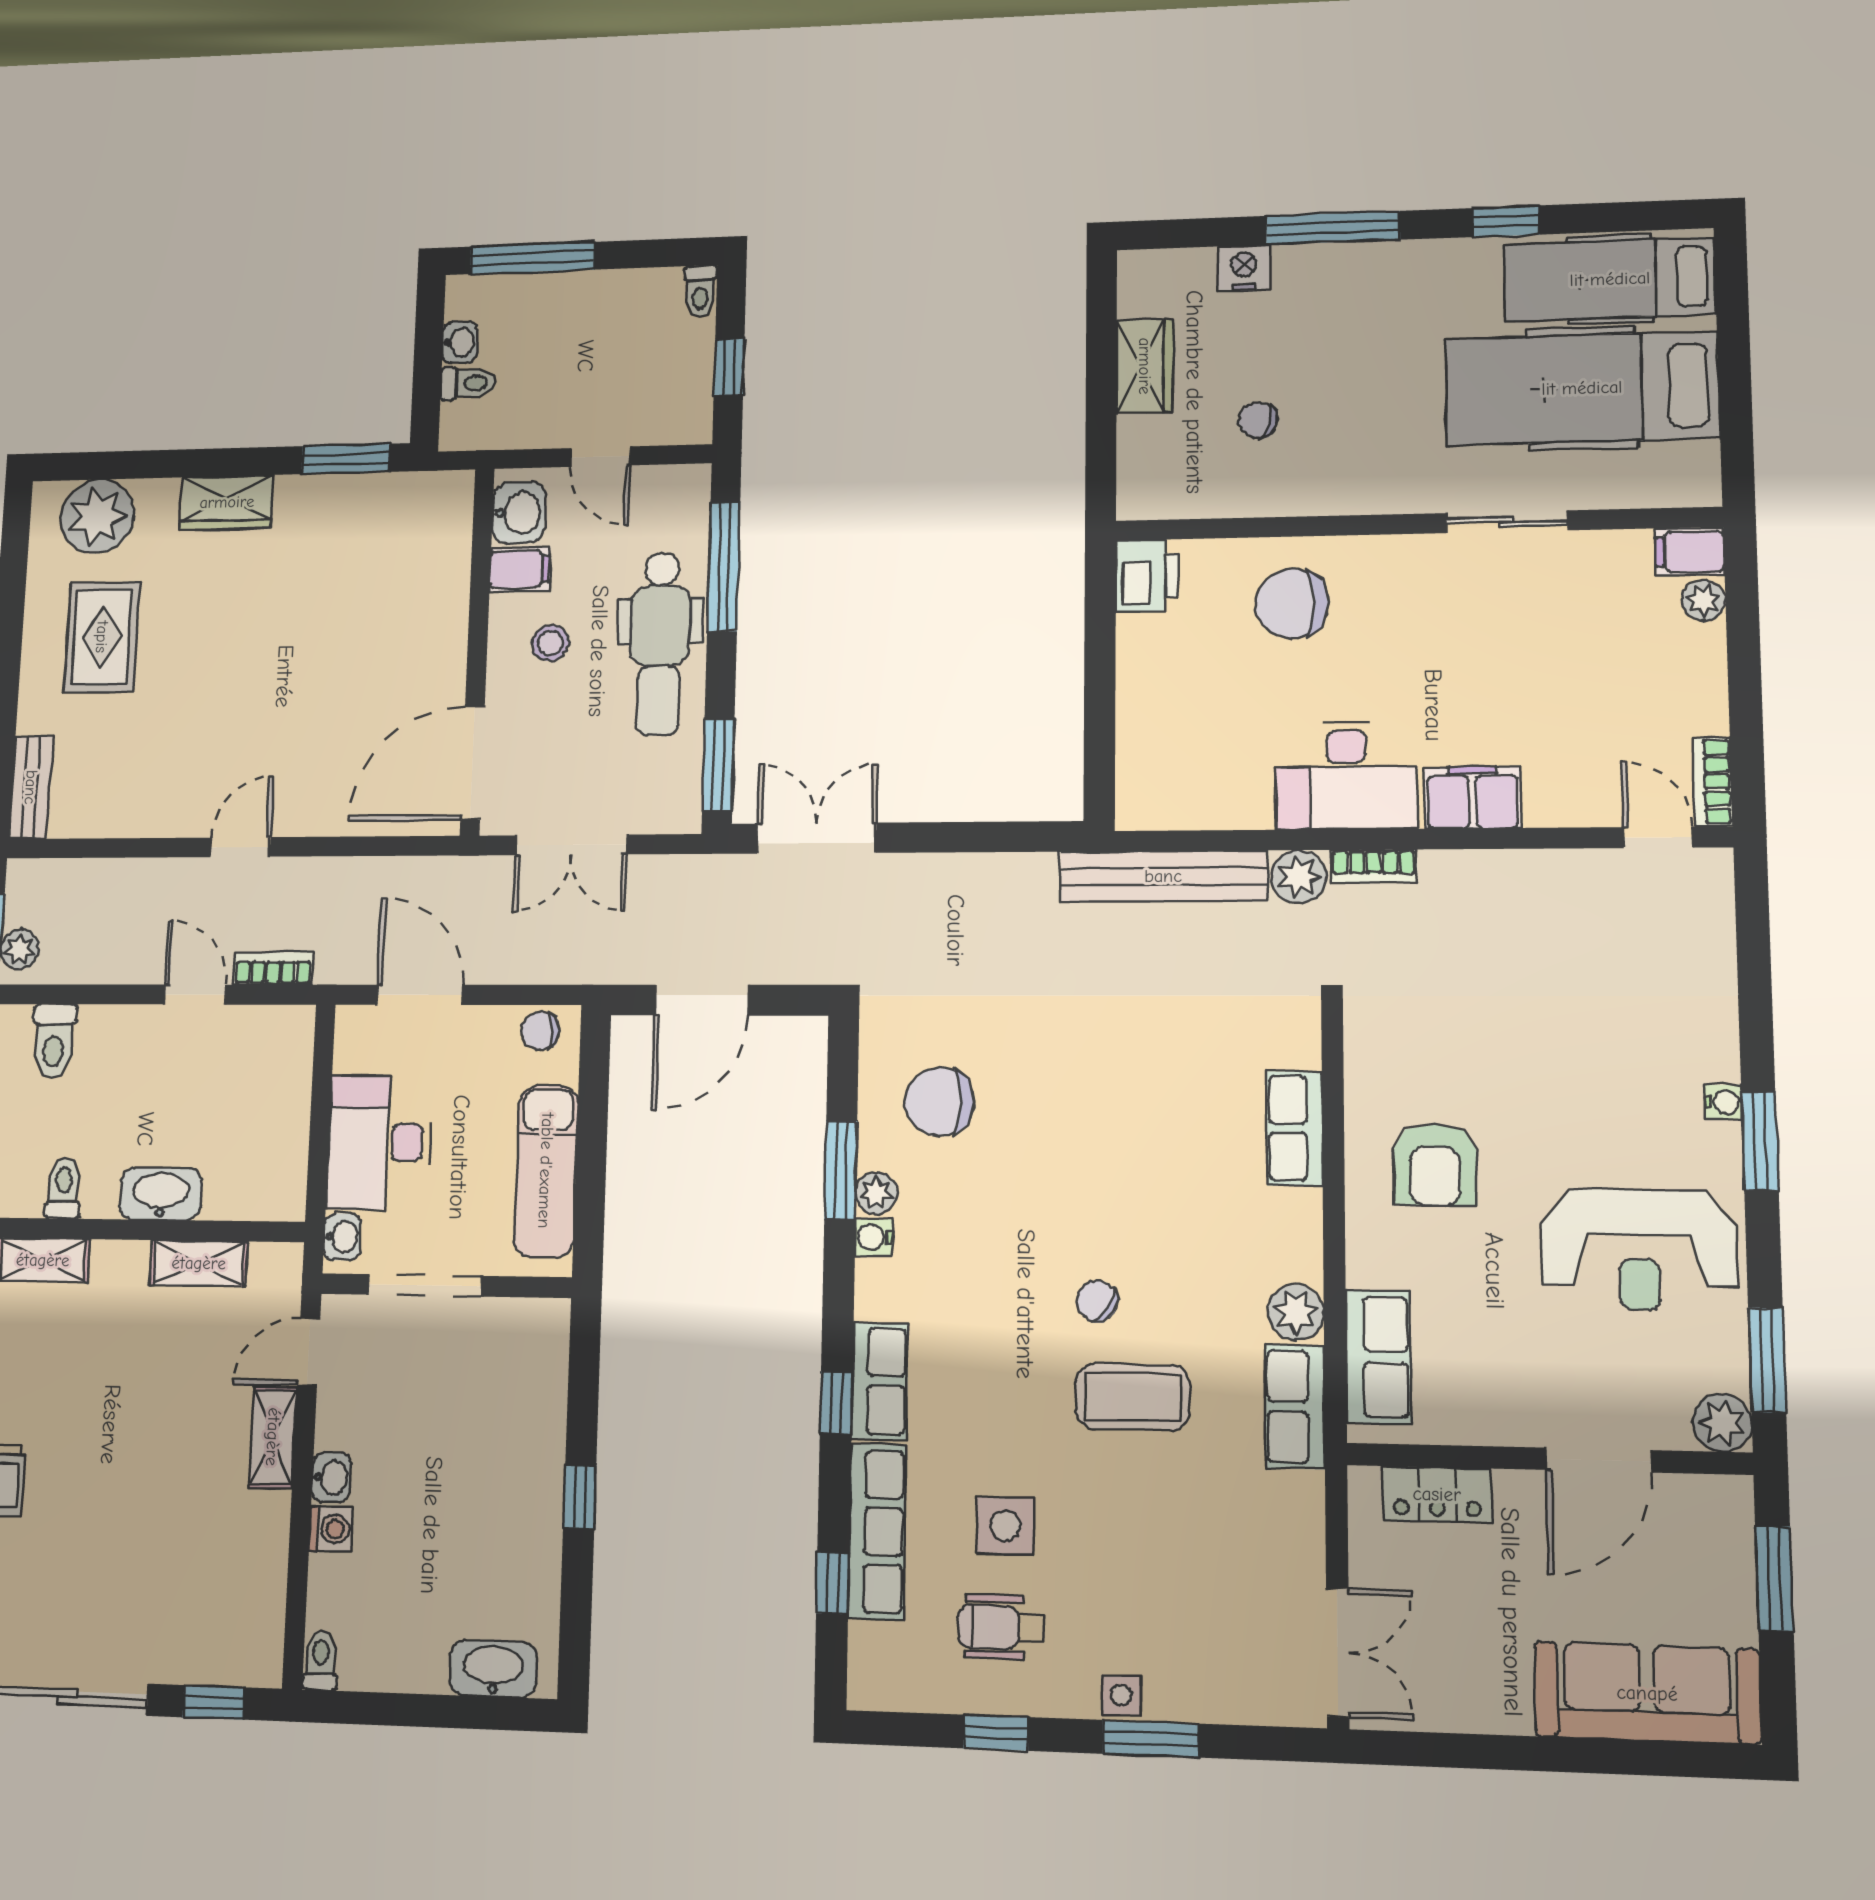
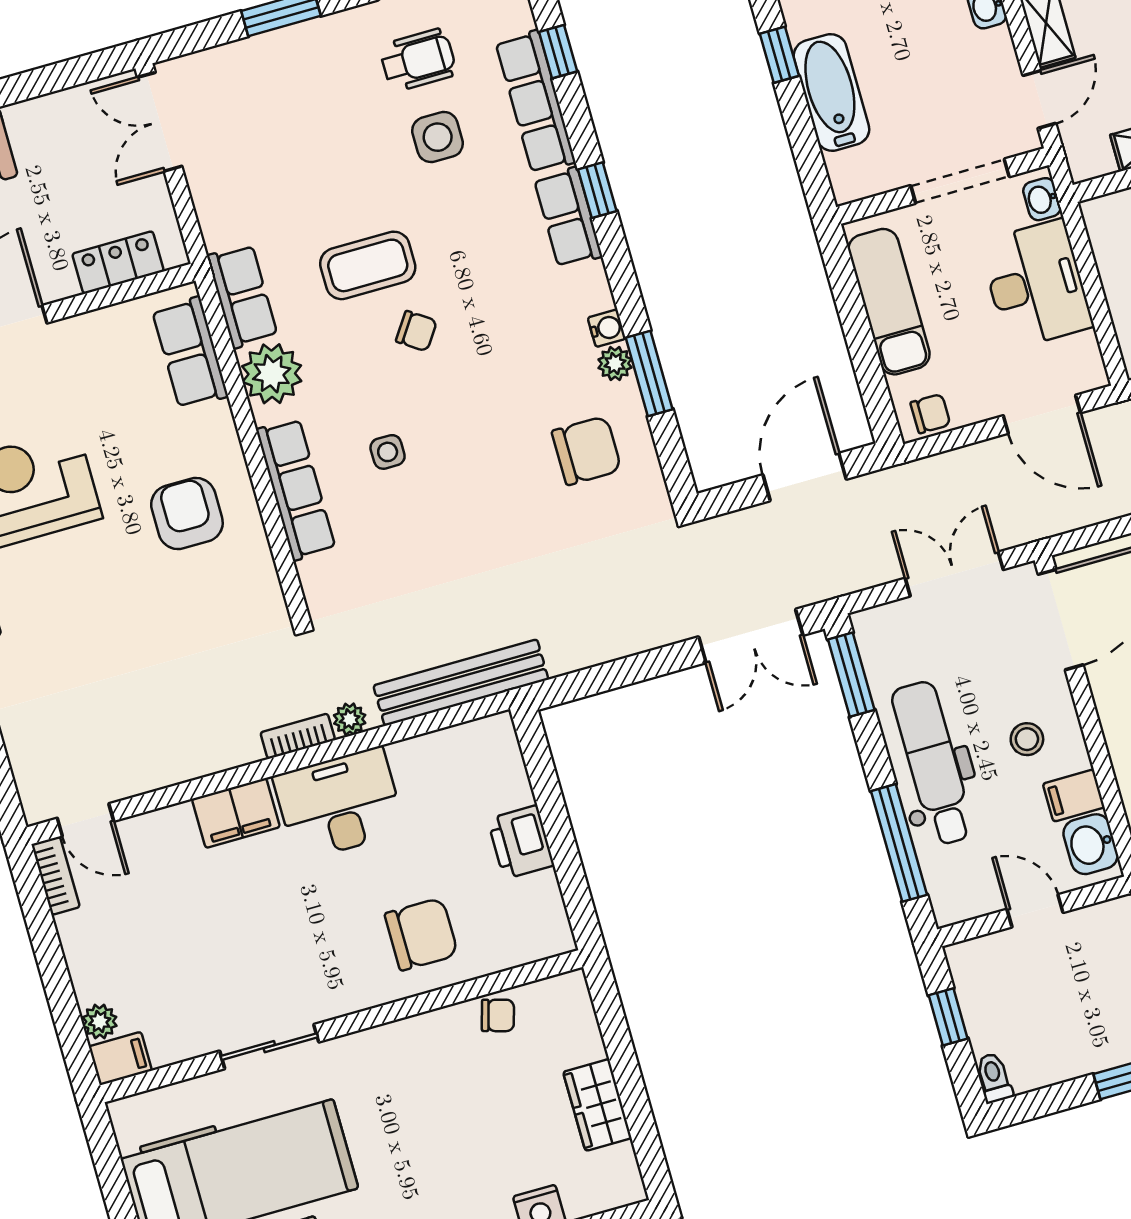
chair: (1258, 420) -> (498, 1015), moved
printer: (1147, 576) -> (521, 842), moved
plant: (1299, 877) -> (350, 719), width x0.73, depth x0.73
row of seats: (1295, 1128) -> (296, 489), width x1.48
plant: (1296, 1312) -> (272, 374), width x1.36, depth x1.36
bathtub: (535, 1433) -> (831, 92), added
side table: (1121, 1695) -> (388, 452), moved

